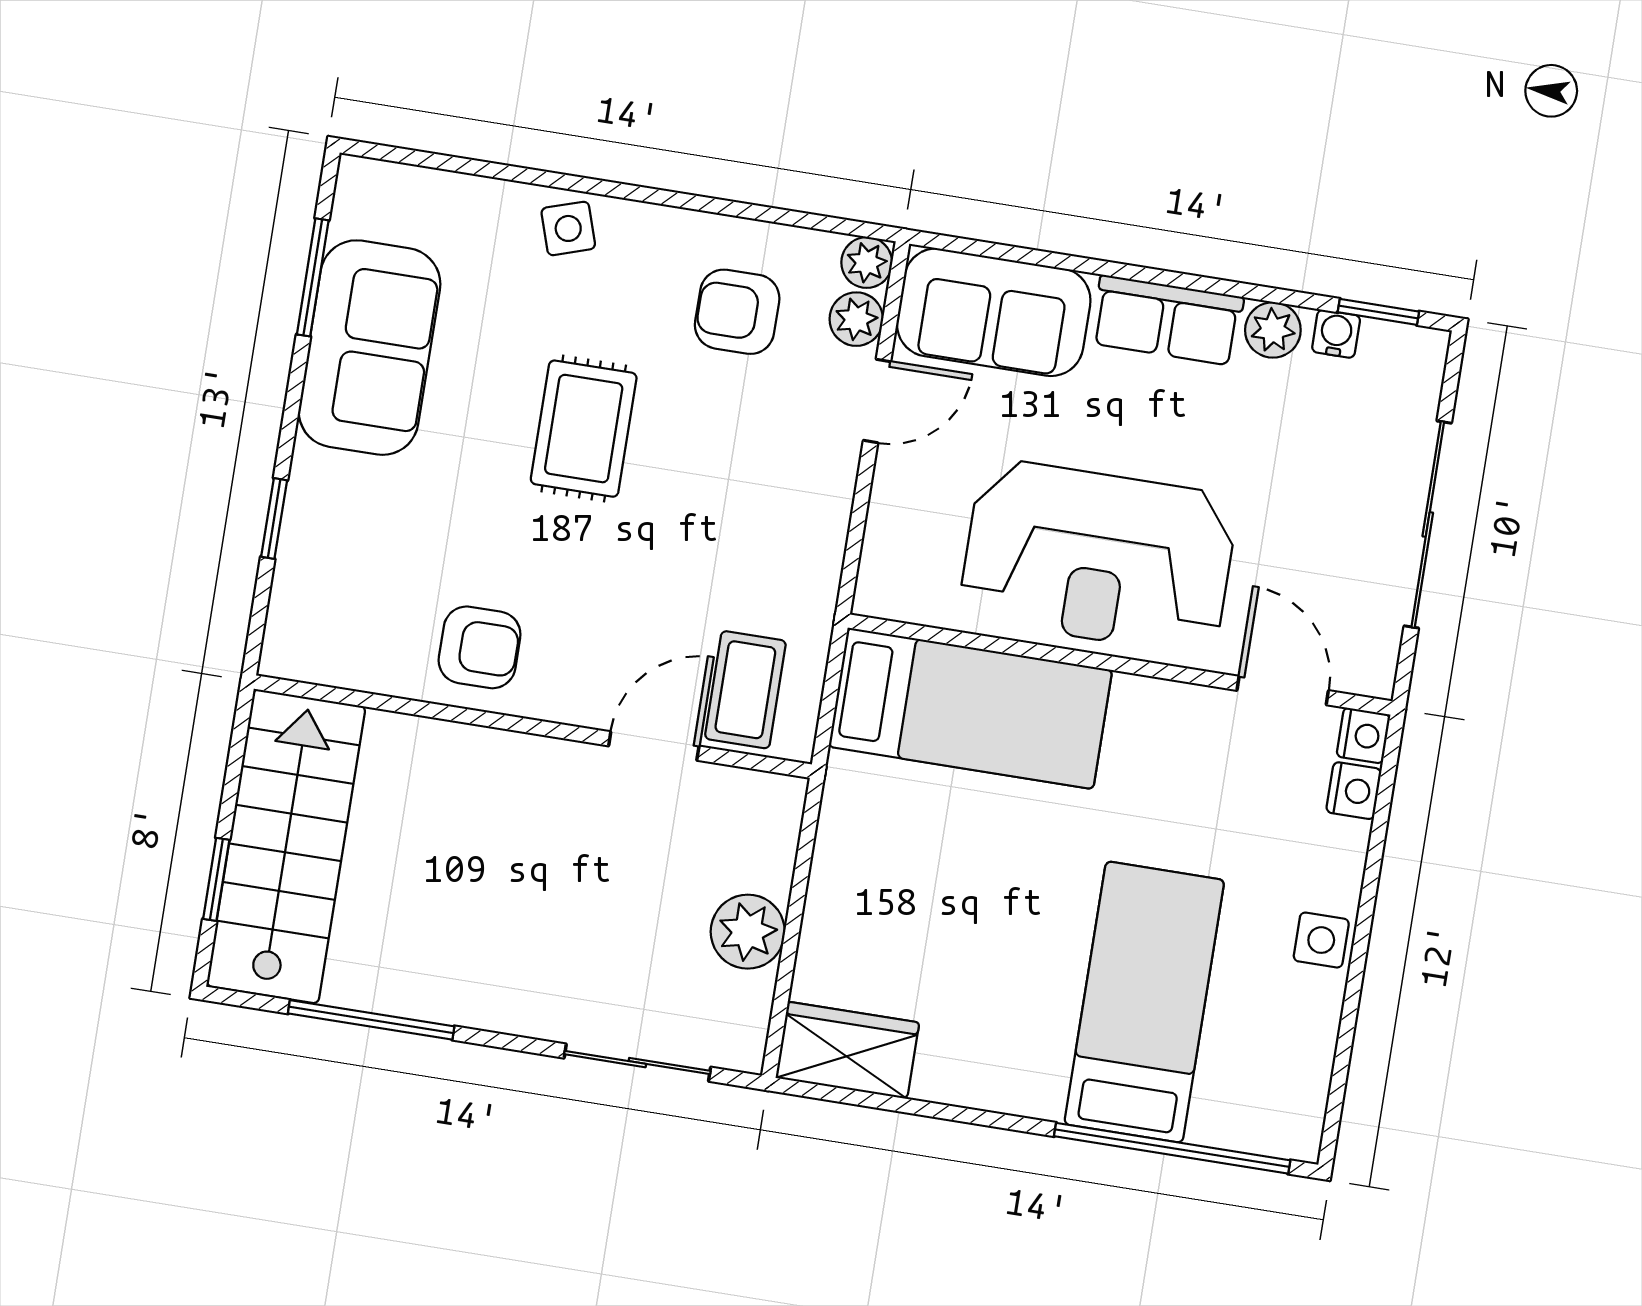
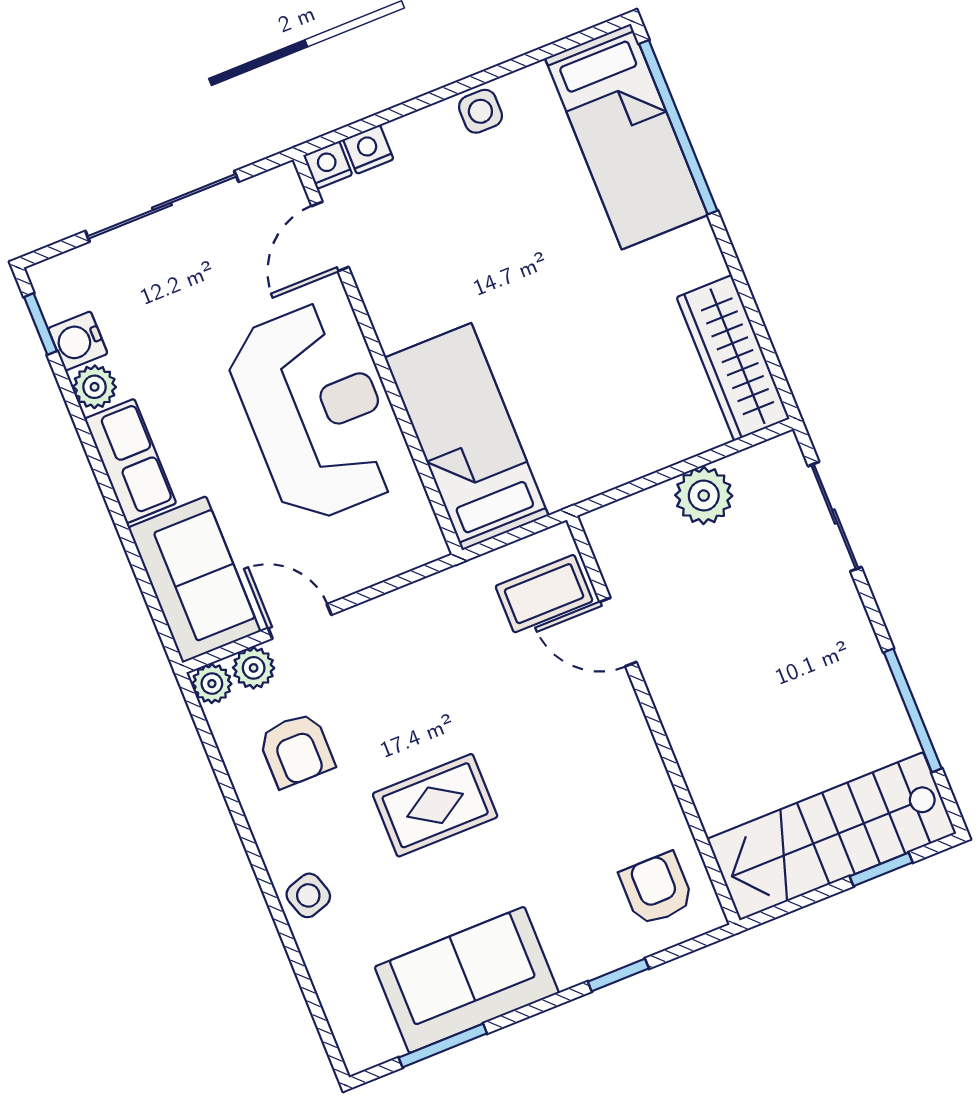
water cooler: (1336, 334) -> (78, 341), width x1.38, depth x1.38
armchair: (480, 647) -> (657, 889), moved
bed: (1144, 1002) -> (626, 137), moved, turned -90
wardrobe: (847, 1050) -> (733, 358), width x1.50

